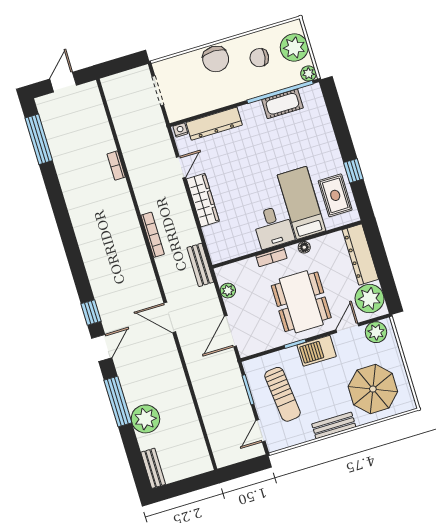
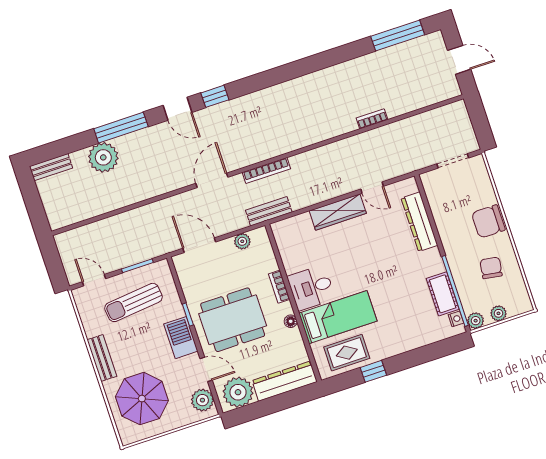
plant: (294, 48) -> (498, 313), width x0.53, depth x0.53
nightstand: (180, 130) -> (456, 319), moved
bookcase: (153, 235) -> (266, 171), moved

